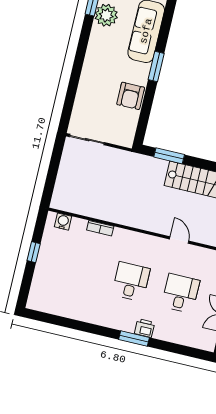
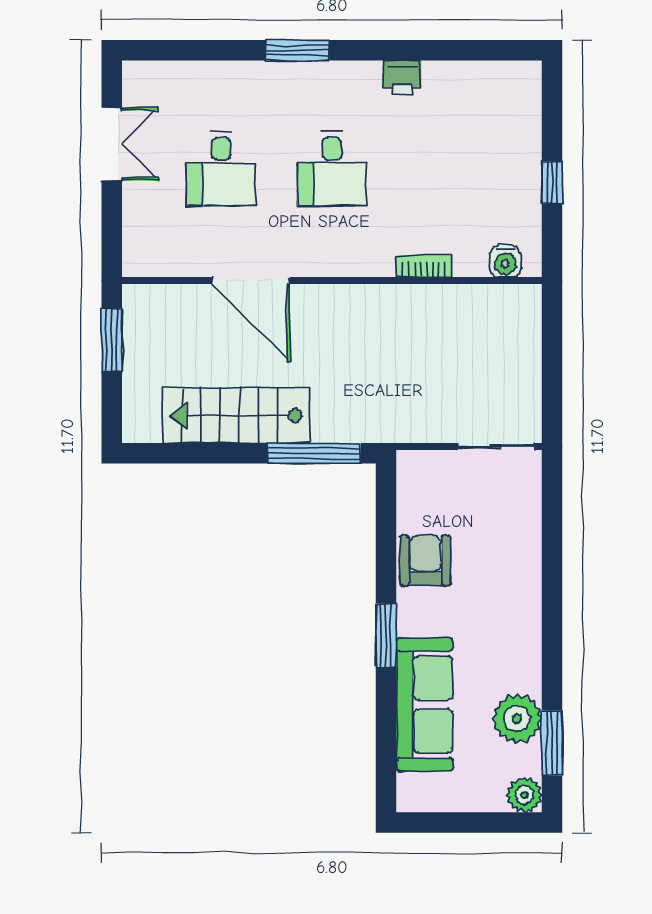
window: (169, 156) -> (314, 453), width x1.44
door: (179, 240) -> (251, 281), width x1.88
printer: (145, 328) -> (402, 77), moved

